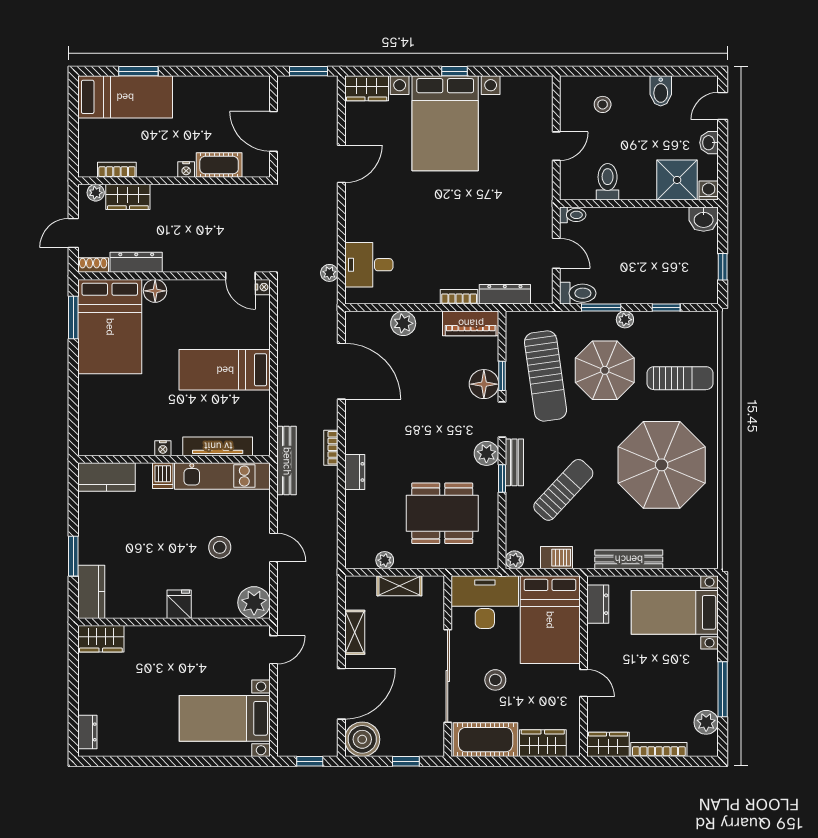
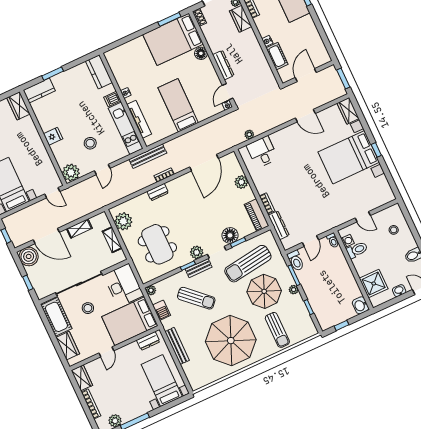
washing machine: (709, 191) -> (348, 241), moved
dresser: (136, 262) -> (223, 65), moved
plant: (385, 560) -> (123, 221), width x1.88, depth x1.88

